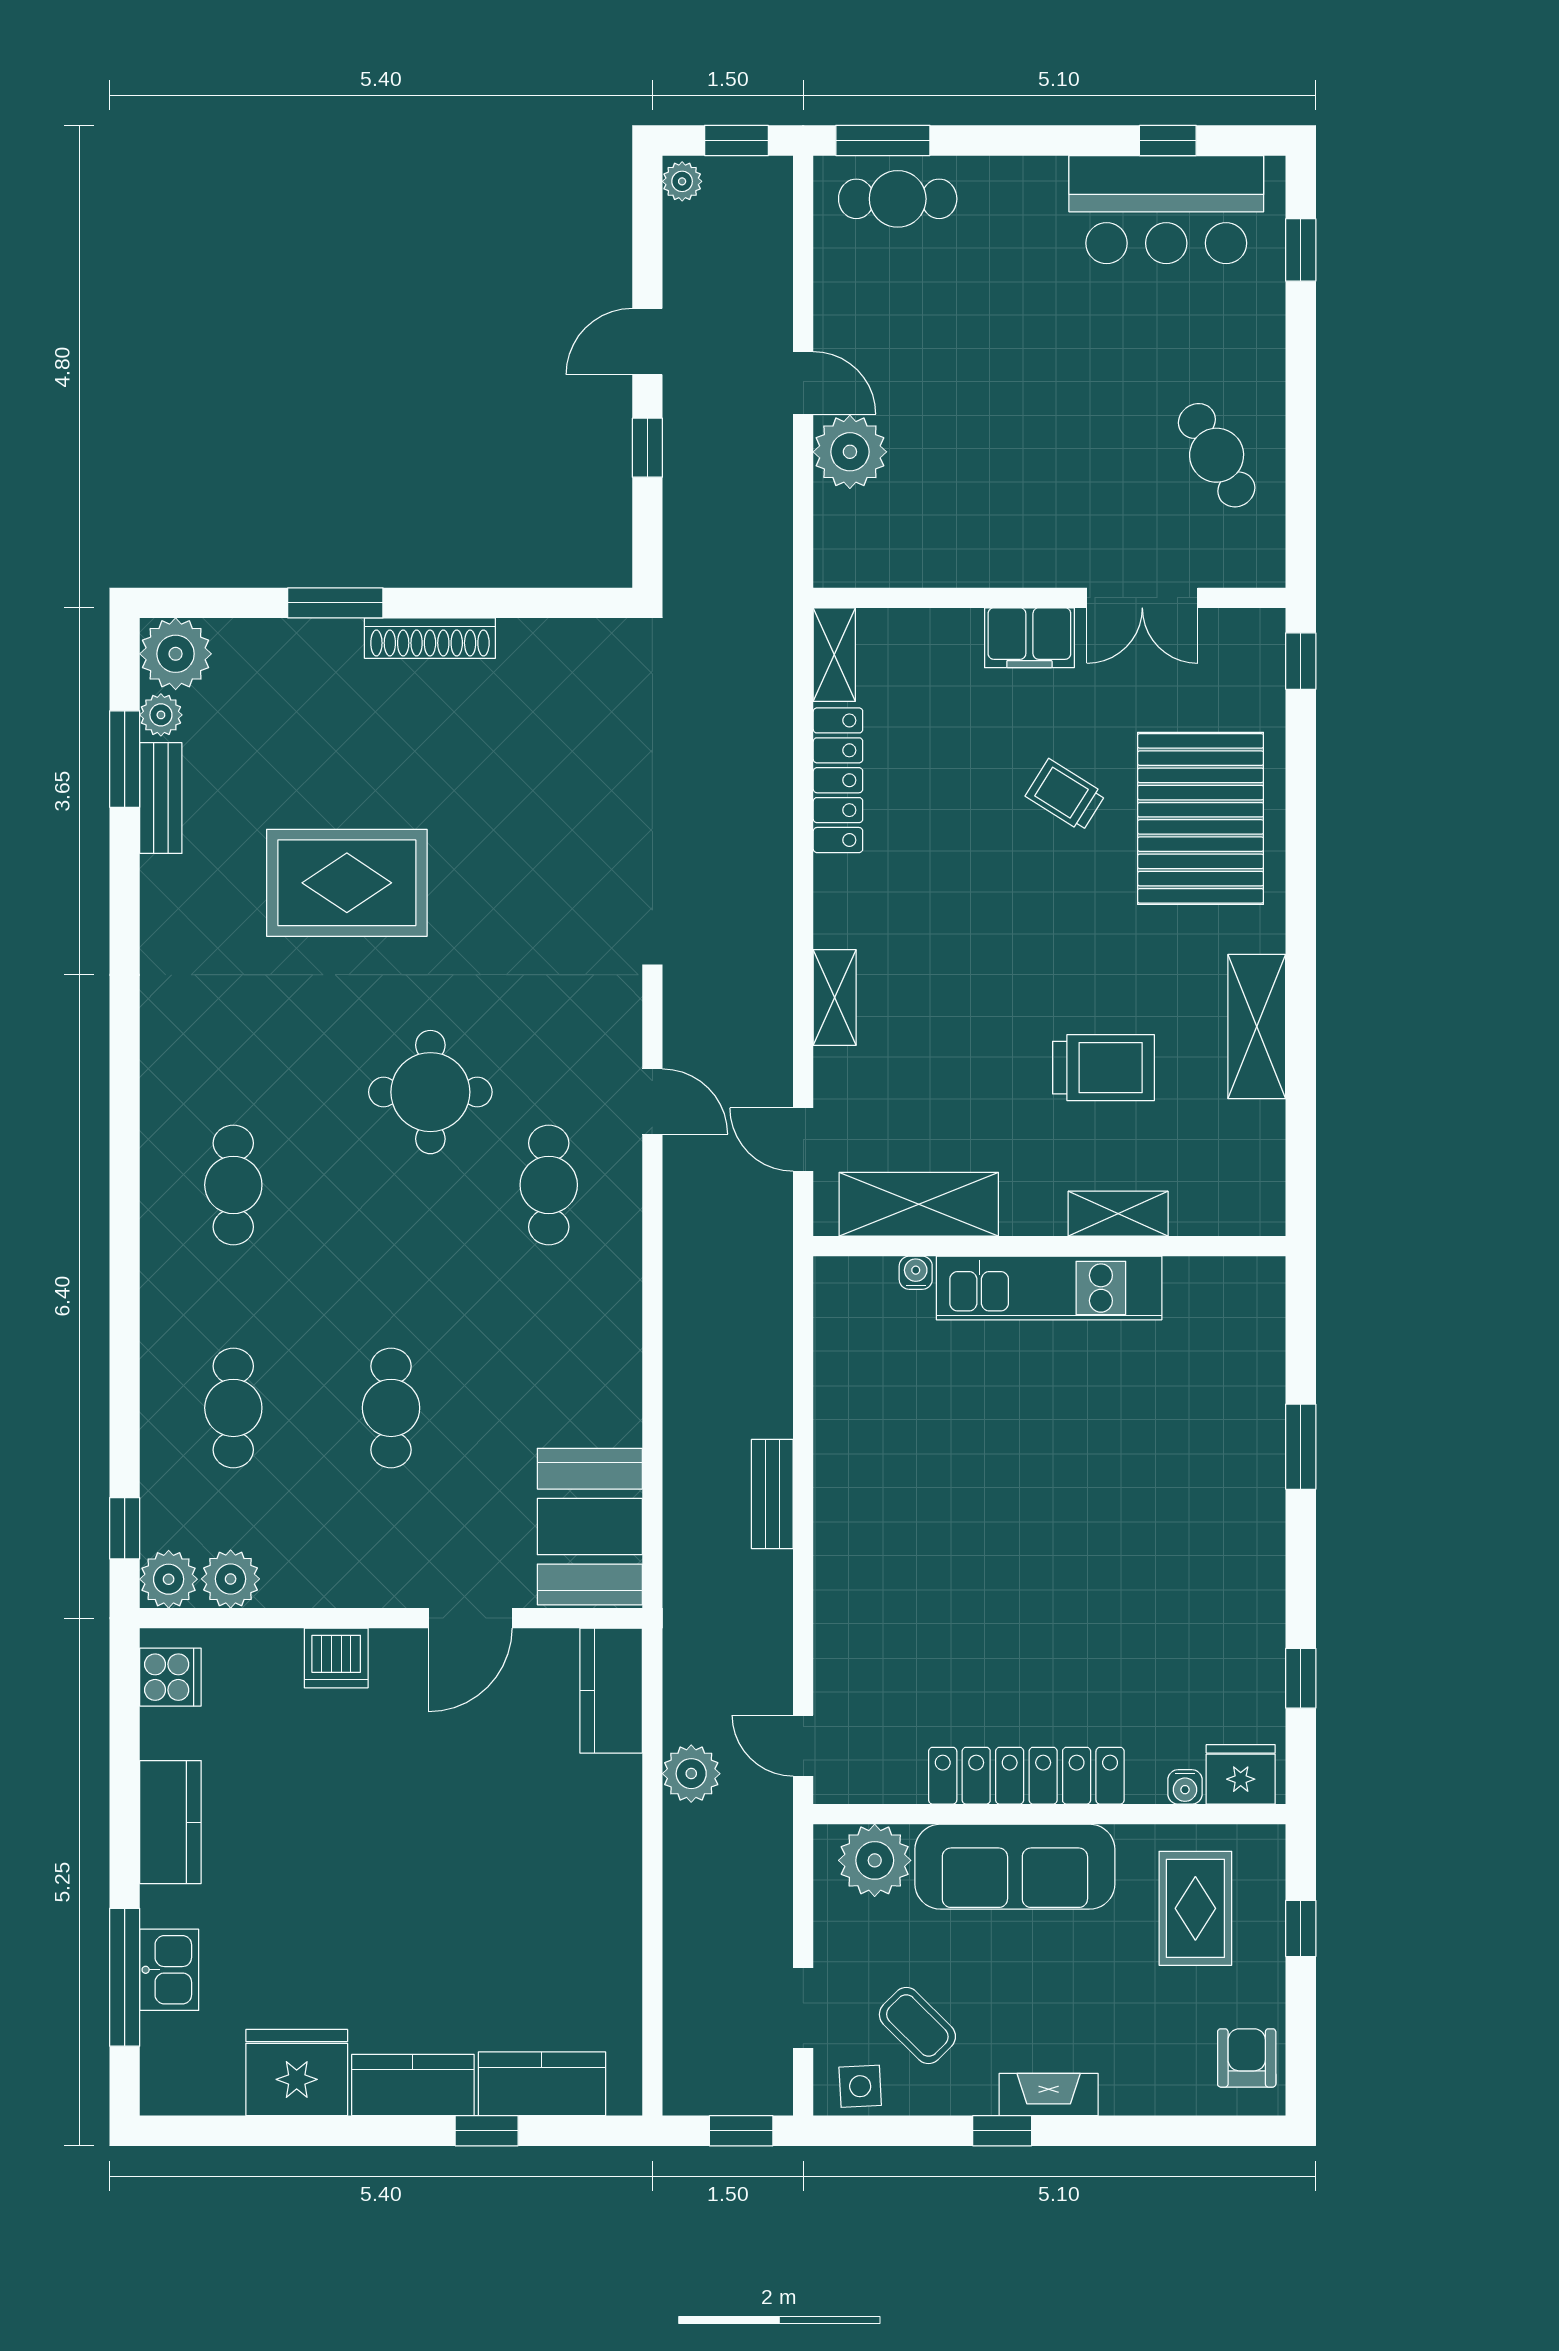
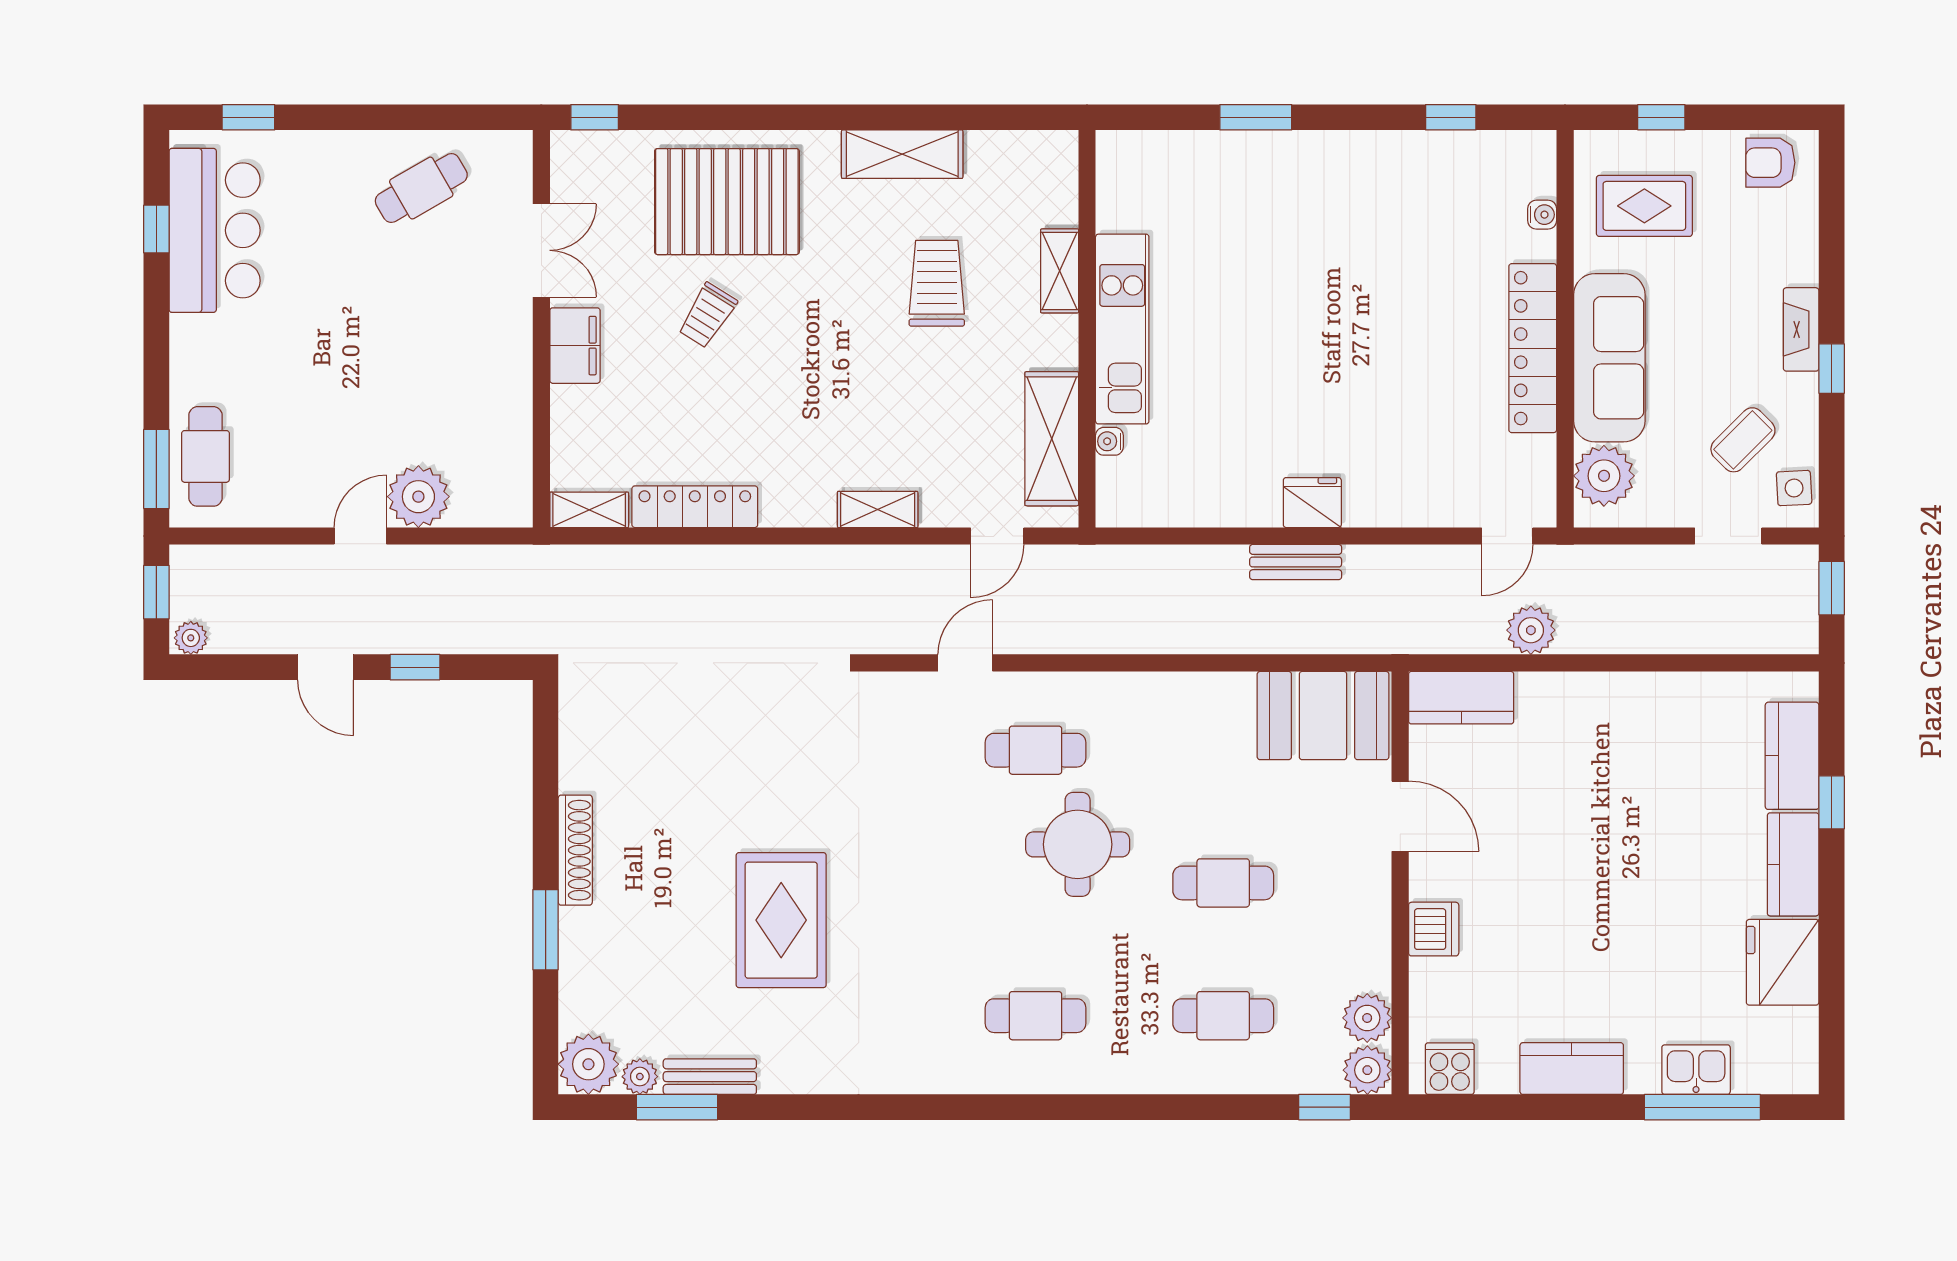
round table: (430, 1092) -> (1078, 844), moved
fridge: (1241, 1774) -> (1312, 503), moved, turned 90

